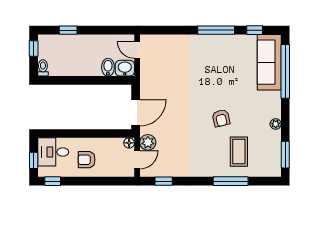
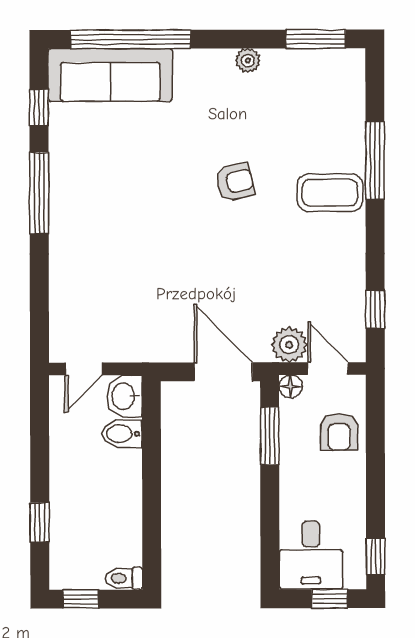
window: (107, 134) -> (270, 436), added
coffee table: (239, 152) -> (330, 193), moved
armchair: (87, 160) -> (339, 432), moved

